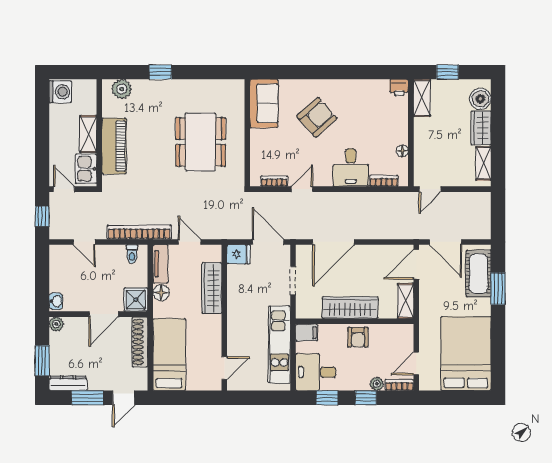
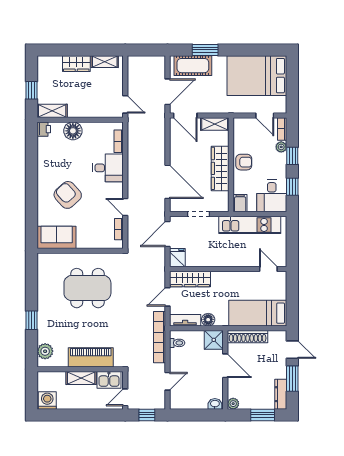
boiler: (480, 99) -> (53, 64), removed
floor lamp: (402, 151) -> (73, 131), moved, width x1.89, depth x1.89
wardrobe: (212, 288) -> (190, 279), moved

